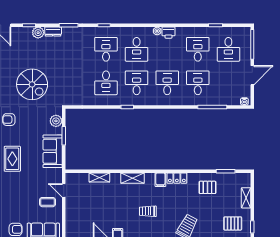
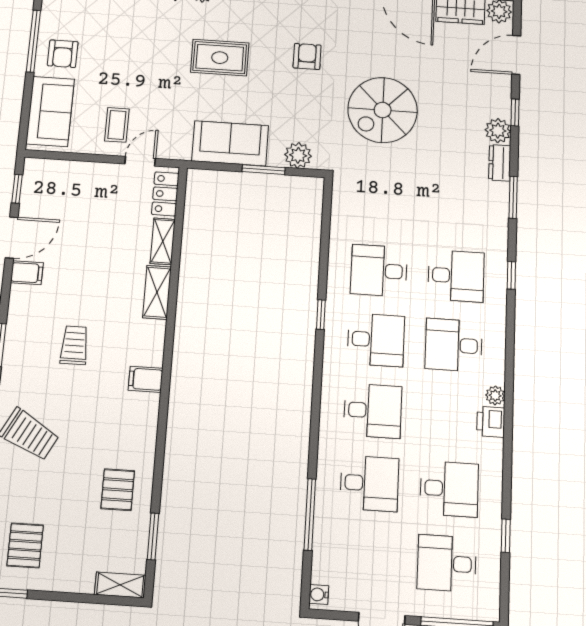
shelving: (132, 178) -> (157, 292), moved
locker: (177, 178) -> (165, 194), moved
shelving: (246, 198) -> (120, 585), moved

